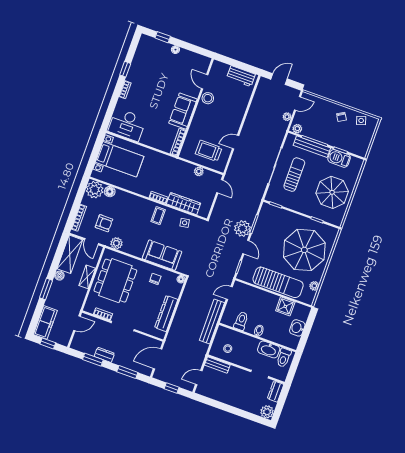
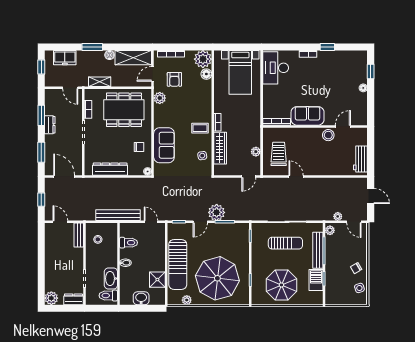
shelving: (87, 277) -> (100, 82), moved
freezer: (45, 322) -> (65, 58), width x0.71

